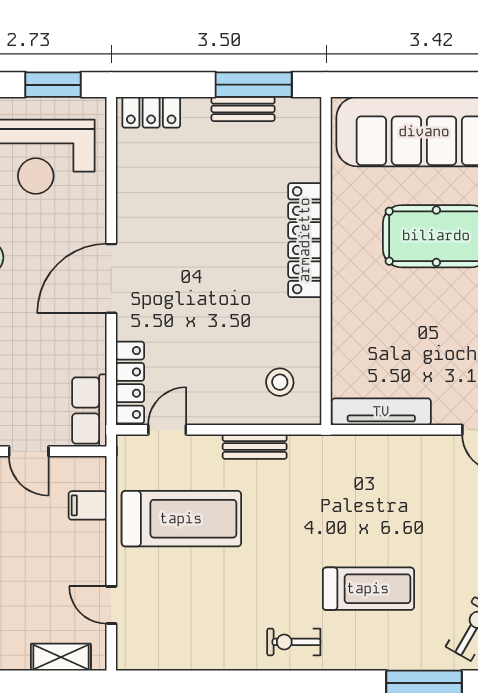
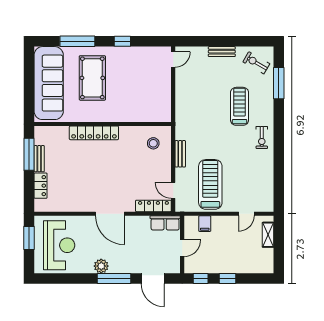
locker: (151, 112) -> (41, 186), moved
tv unit: (381, 412) -> (166, 101), removed

